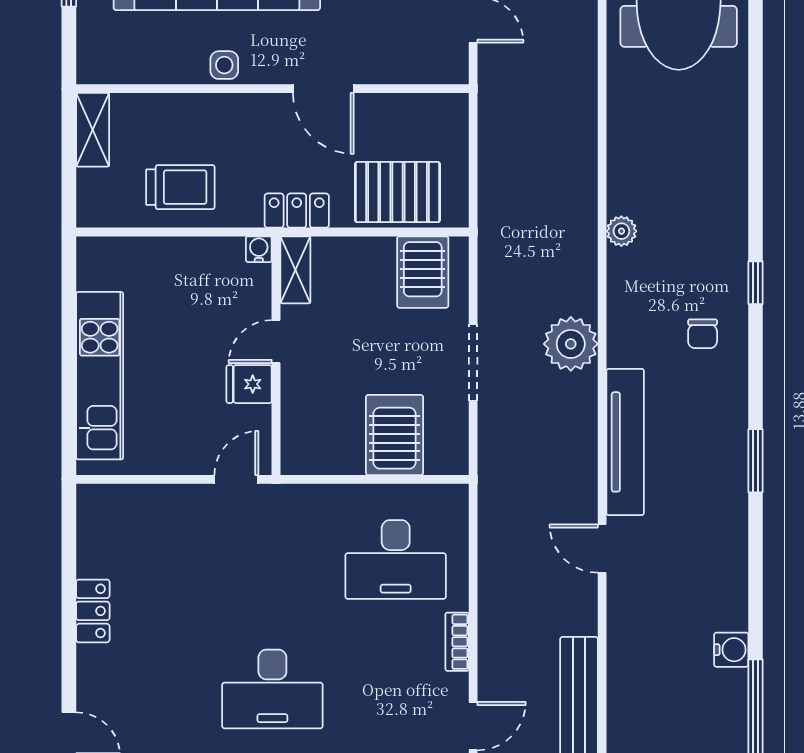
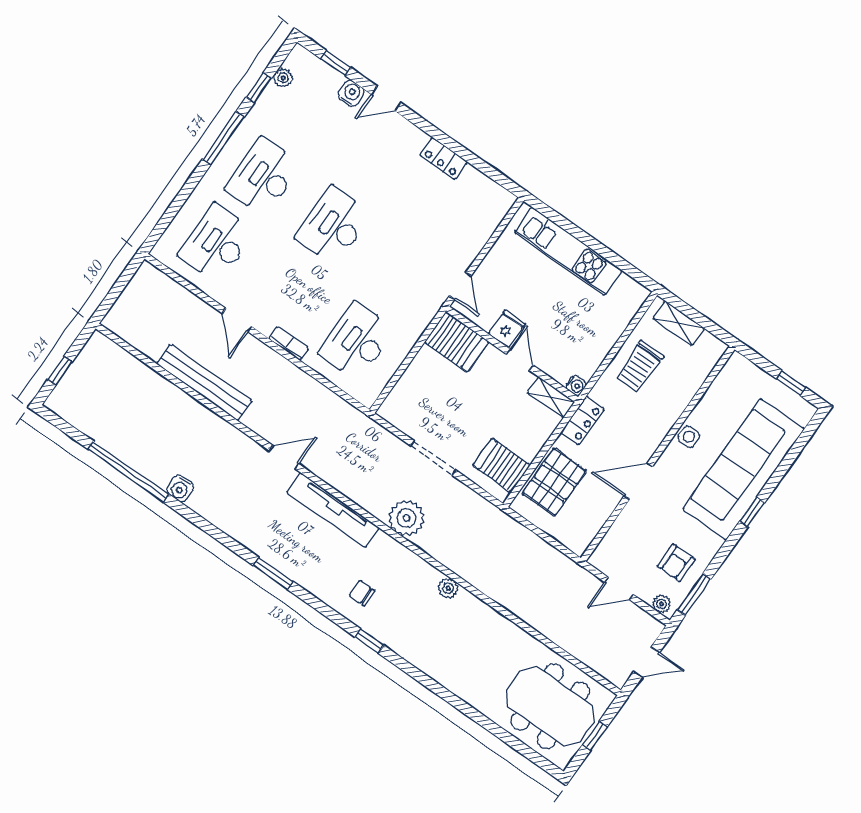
shelving: (93, 130) -> (679, 323), moved
server rack: (395, 435) -> (457, 342), moved

